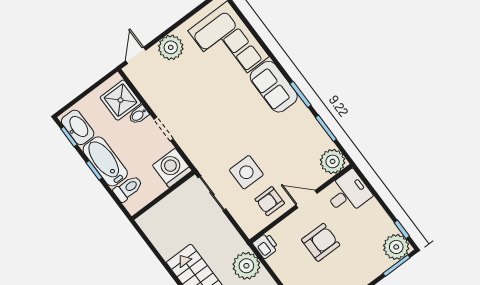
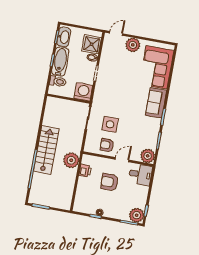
door: (307, 199) -> (122, 160), hinge flipped
armchair: (321, 242) -> (110, 182), turned 180
printer: (266, 246) -> (85, 171), moved

